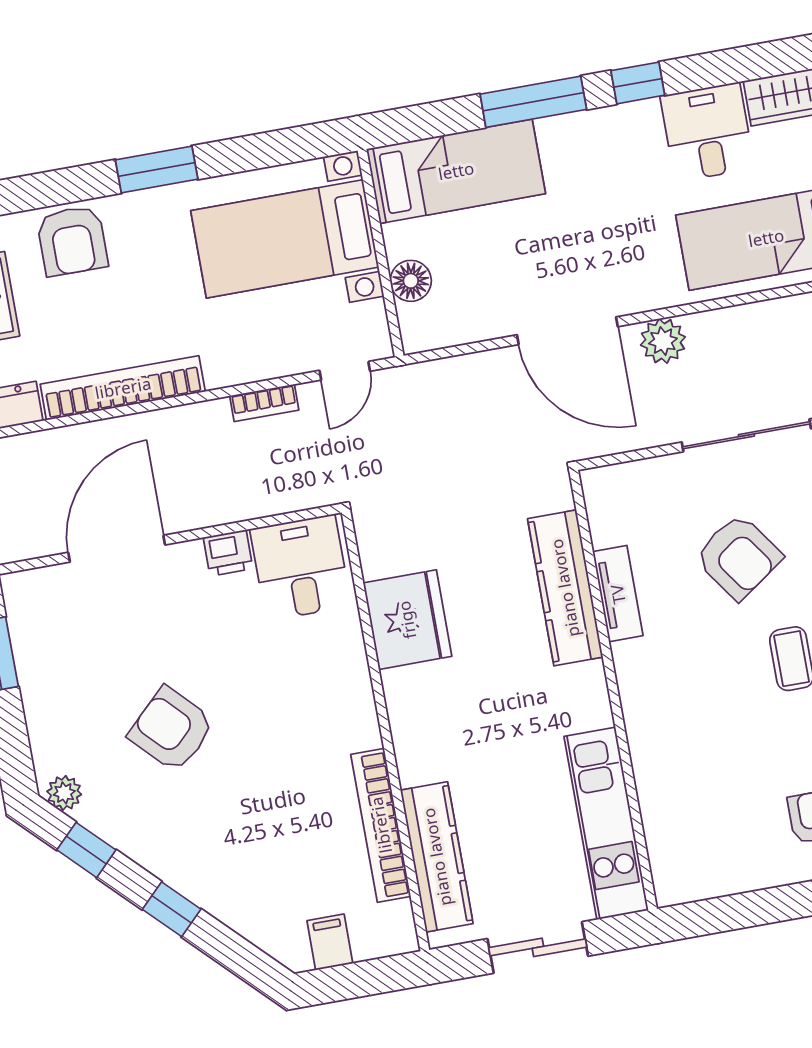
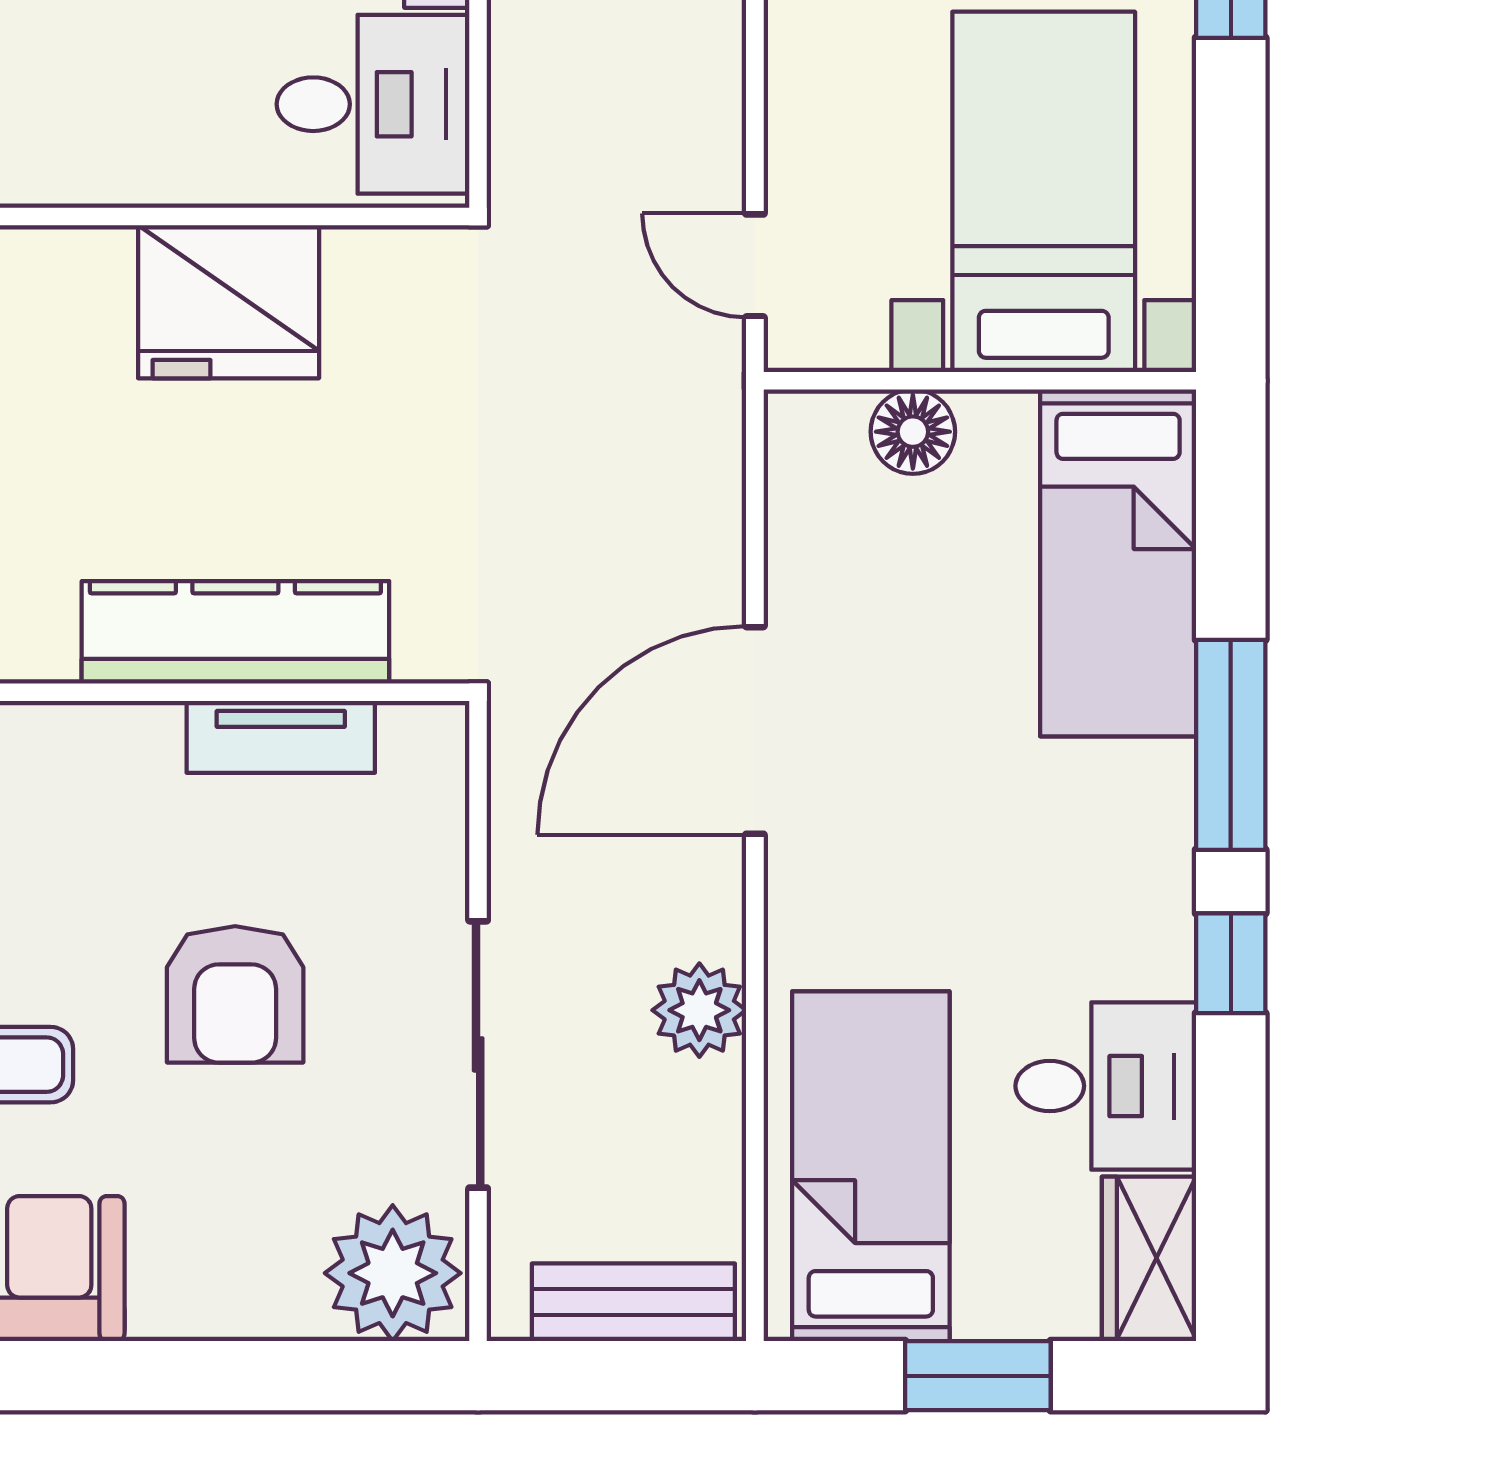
plant: (663, 341) -> (699, 1010), moved
bookcase: (264, 403) -> (719, 91), removed
armchair: (738, 557) -> (235, 994), turned -55
tv unit: (618, 594) -> (281, 737), moved

